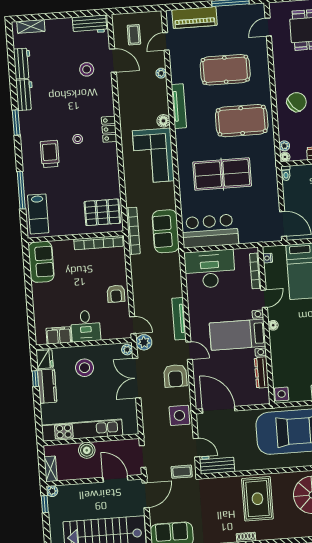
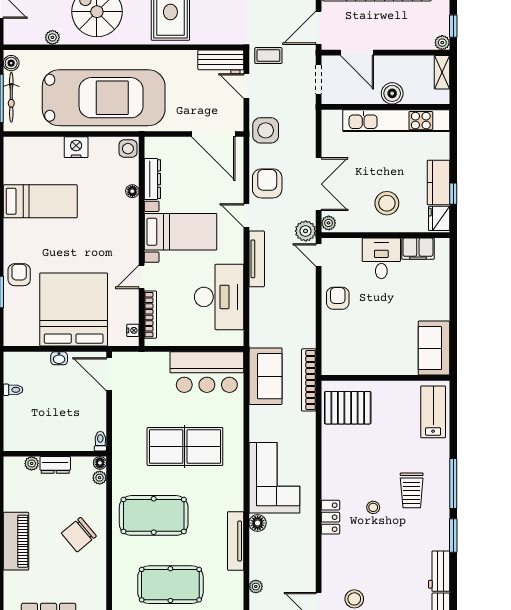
window: (21, 190) -> (453, 484), moved
bookcase: (98, 243) -> (356, 368), removed
desk: (210, 269) -> (219, 297), moved, turned -90
floor lamp: (273, 325) -> (132, 191), moved

